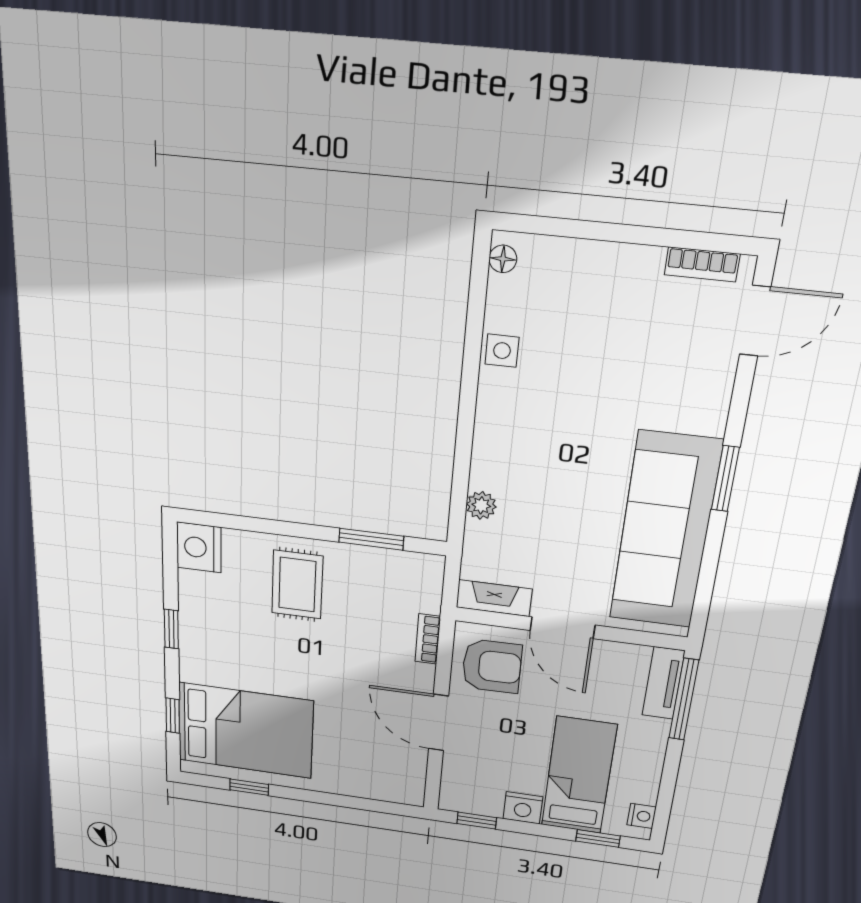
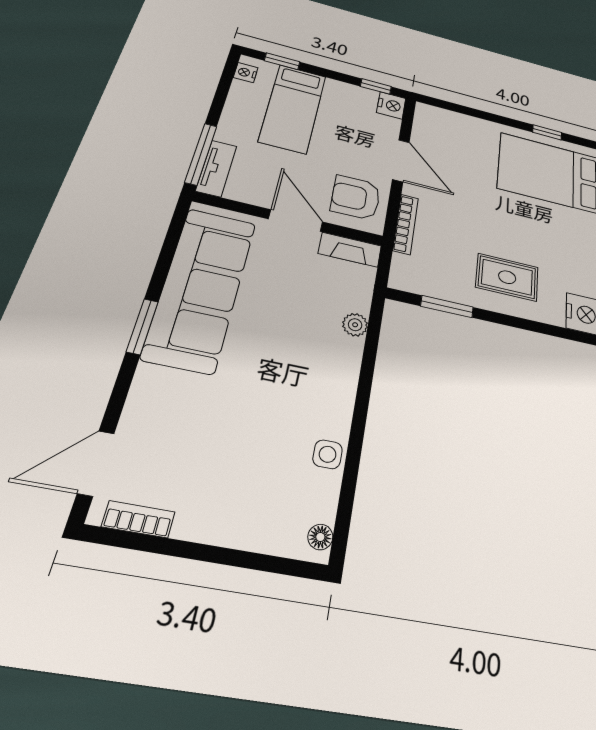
rug: (297, 585) -> (507, 277), turned 90
bookcase: (428, 639) -> (406, 224), width x1.56
nightstand: (523, 808) -> (391, 105), moved, turned 90

